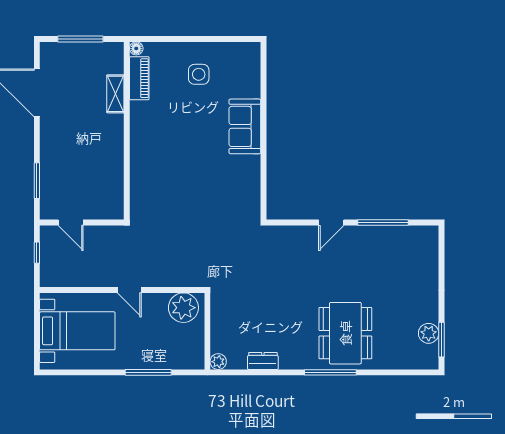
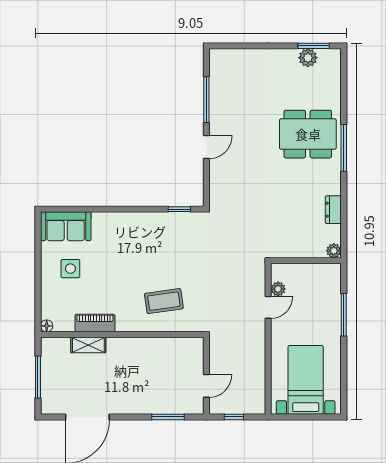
piano: (139, 78) -> (95, 323), moved
sofa: (245, 126) -> (66, 226), moved
coffee table: (163, 176) -> (164, 301), added
window: (264, 193) -> (179, 209), added
door: (331, 223) -> (206, 147), hinge flipped
door: (129, 290) -> (268, 307), moved
plant: (183, 308) -> (278, 289), width x0.53, depth x0.53

